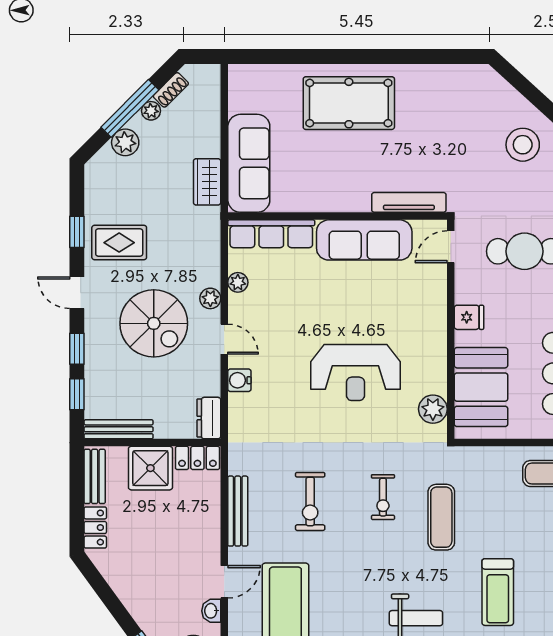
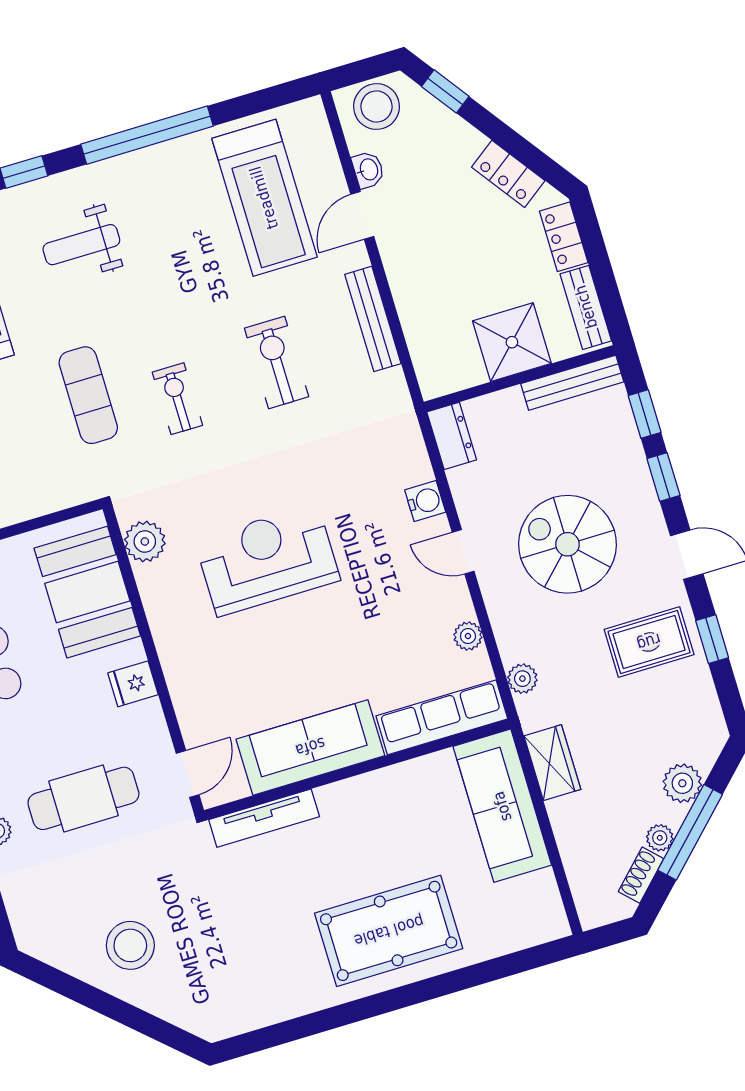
plant: (210, 298) -> (522, 679), moved
locker: (197, 458) -> (508, 174), moved, turned -126

